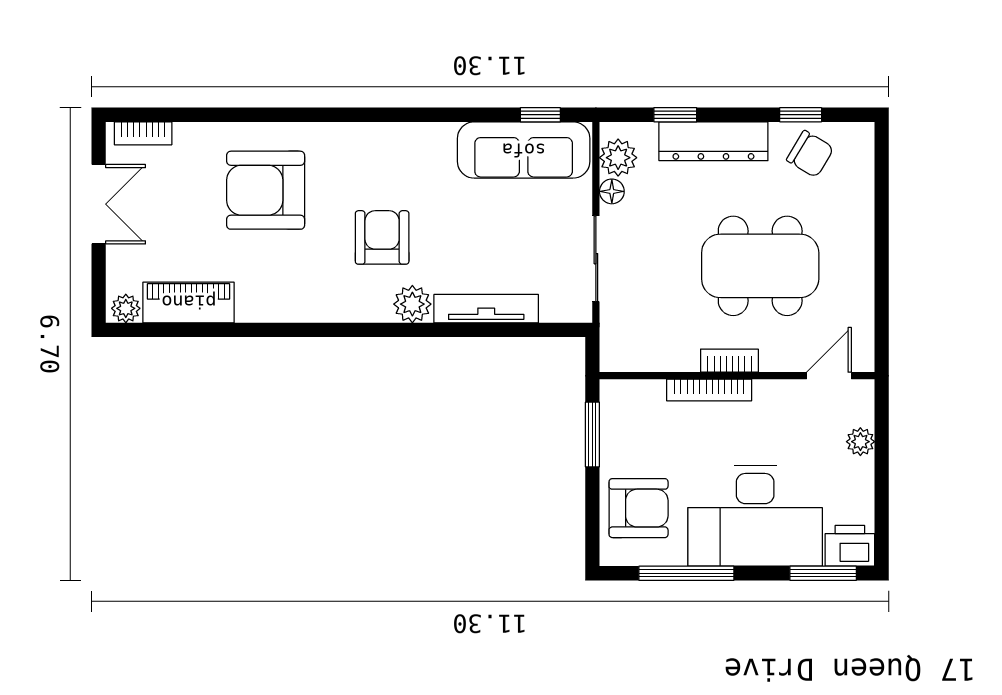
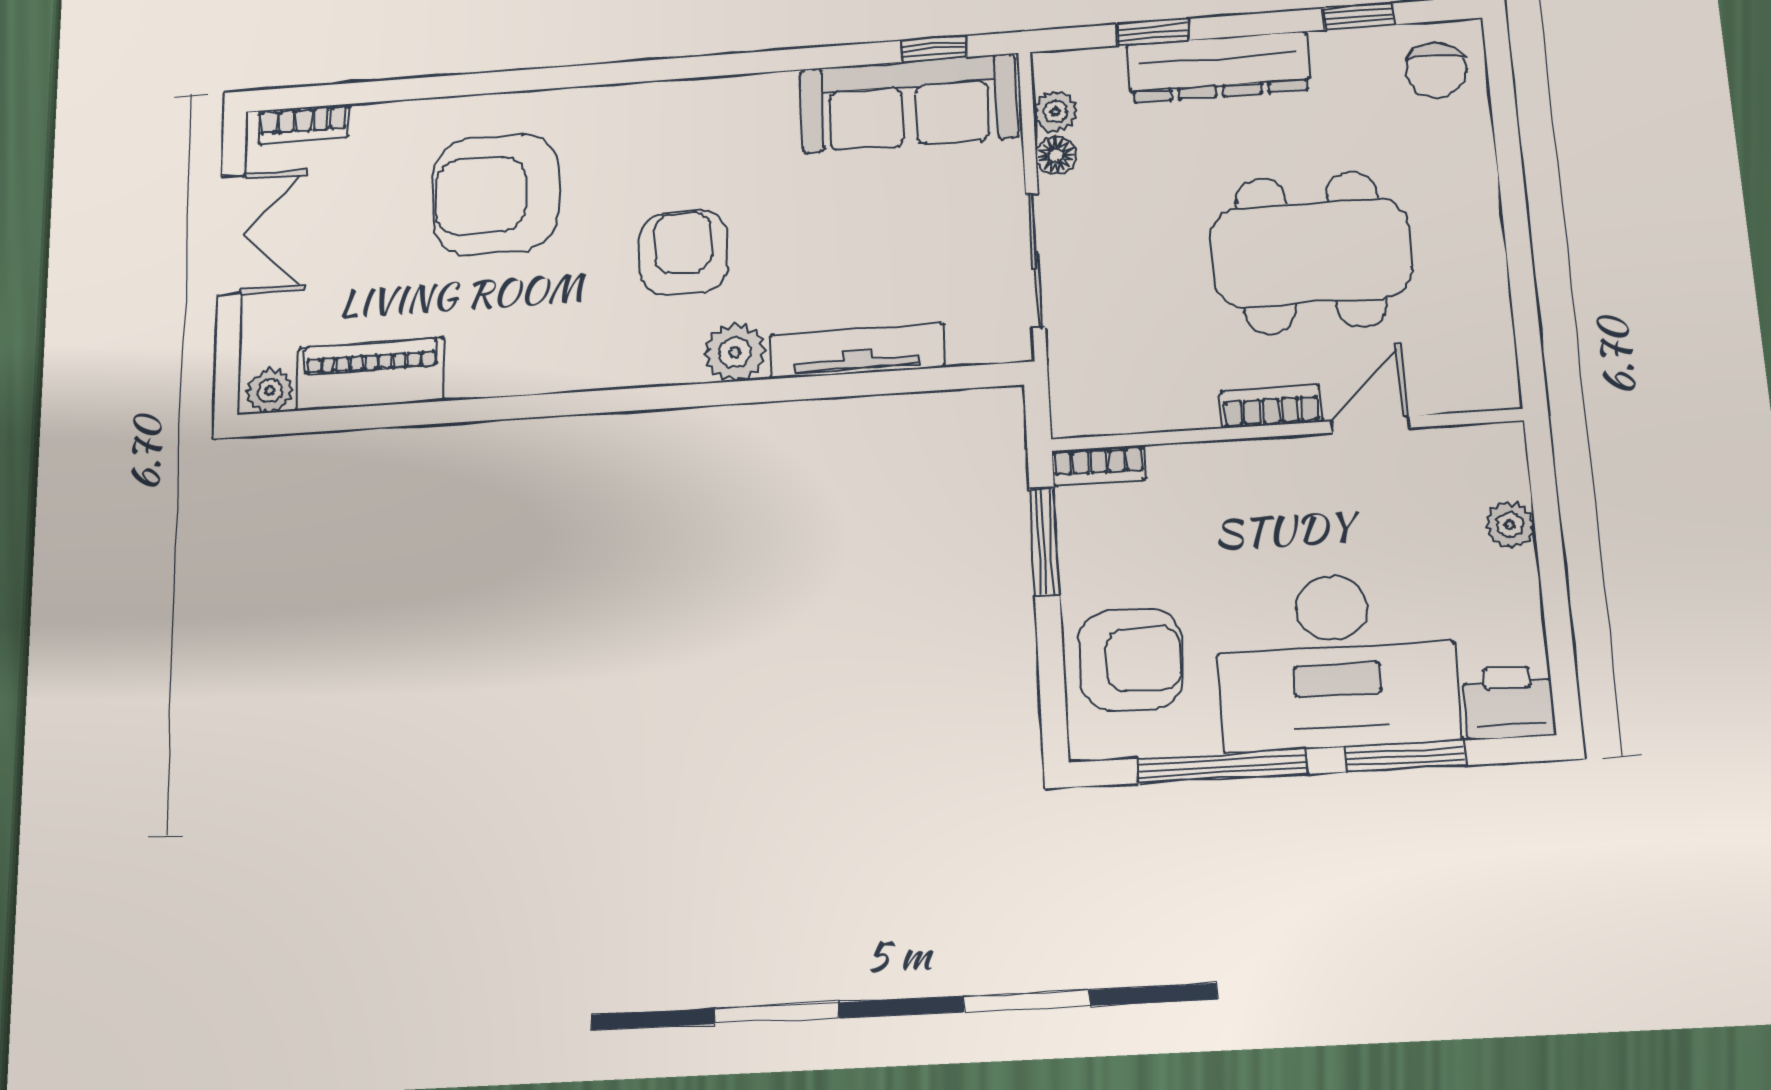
chair: (810, 154) -> (1436, 70), moved, turned 61
plant: (618, 158) -> (1055, 112), width x0.73, depth x0.73
door: (829, 376) -> (1370, 424), moved
bookcase: (709, 390) -> (1099, 466), moved, width x0.64
window: (823, 573) -> (1405, 756), moved

